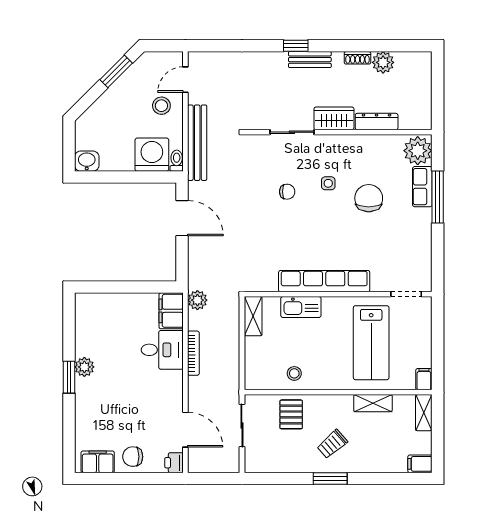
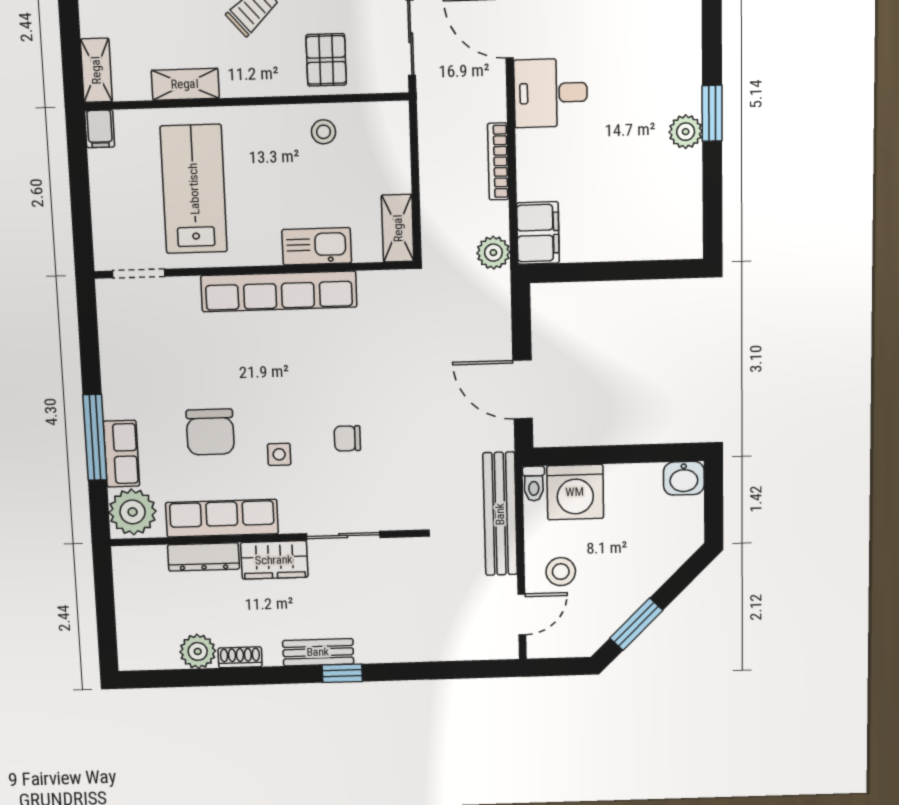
row of seats: (364, 145) -> (222, 518), added
desk: (162, 350) -> (551, 93), moved

